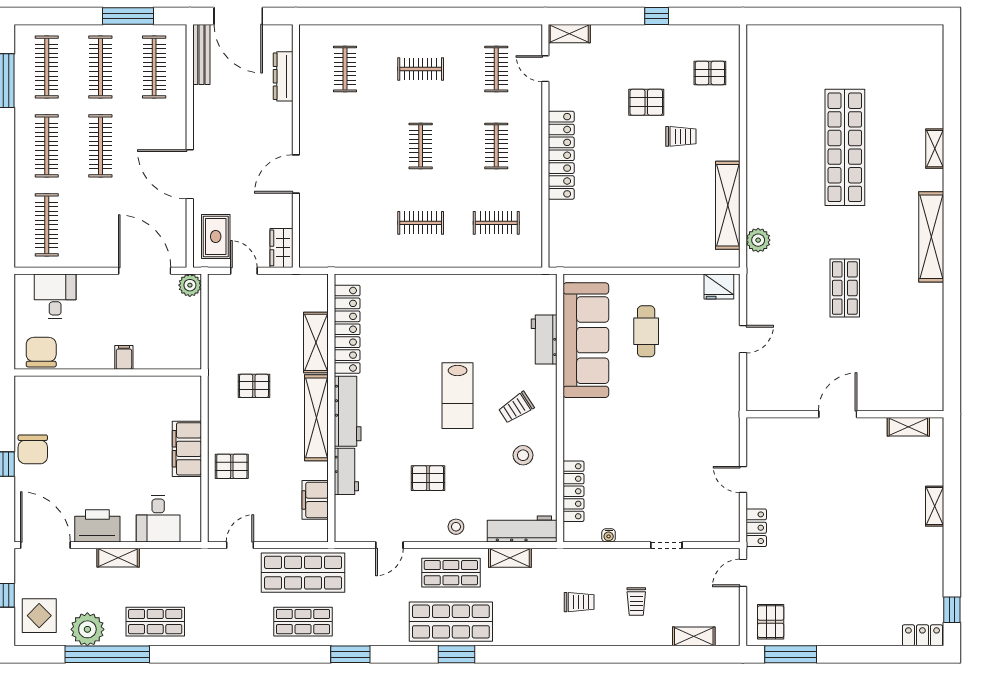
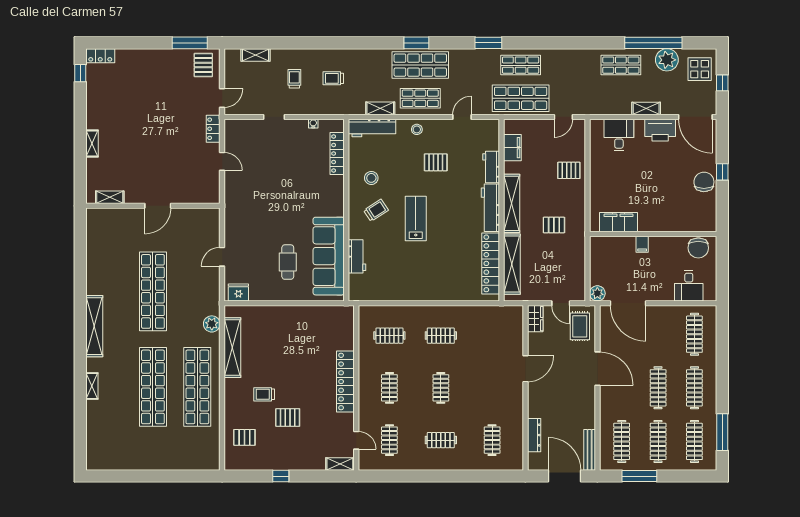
shop shelf: (779, 147) -> (197, 387), added
shop shelf: (845, 288) -> (153, 291), width x2.00, depth x1.36
shelving: (316, 342) -> (512, 264), width x1.47
filing cabinet: (187, 449) -> (618, 222), moved, turned -90

